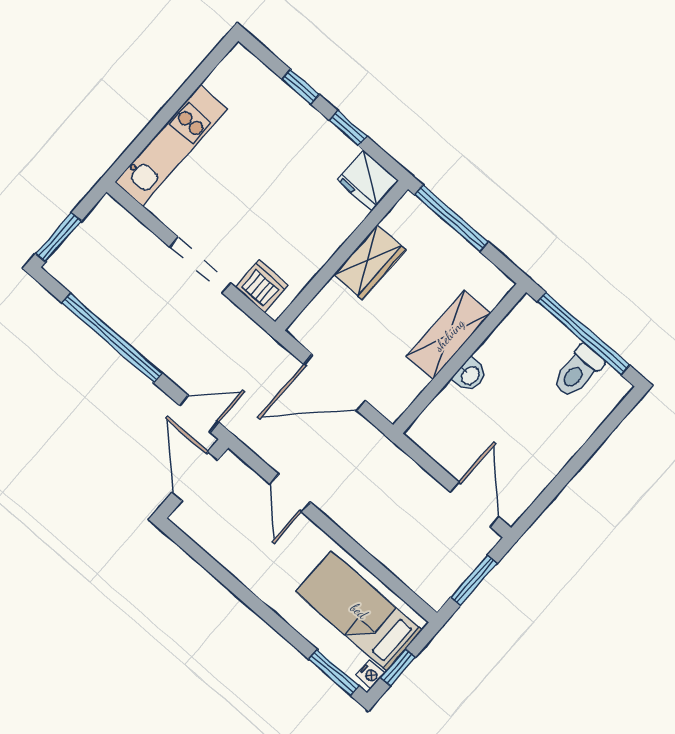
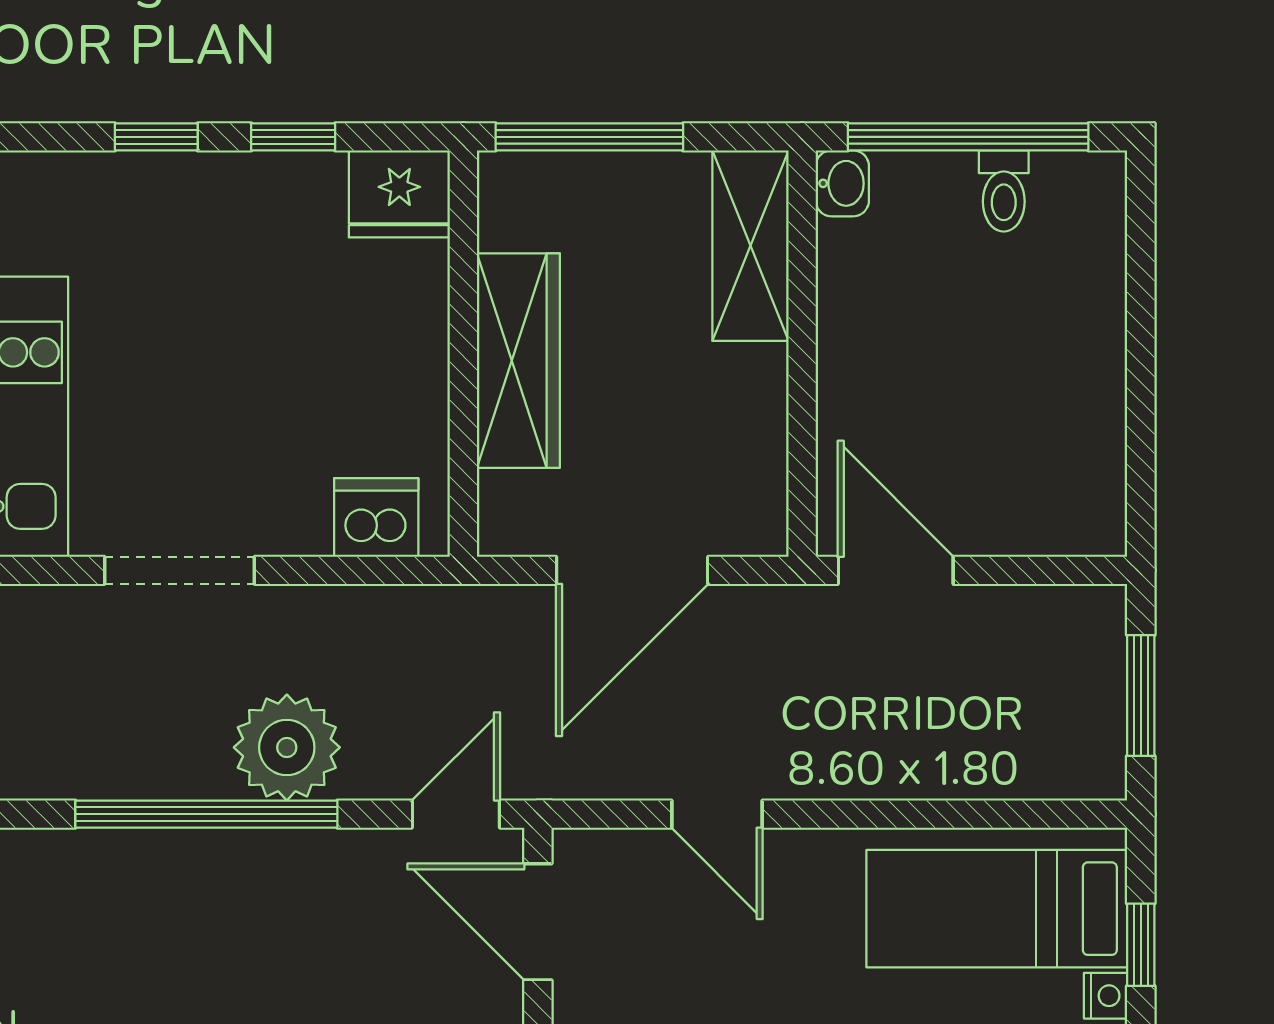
wardrobe: (370, 262) -> (518, 361), width x1.50
doorway: (200, 265) -> (179, 570), moved
shelving: (449, 335) -> (750, 246), moved
plant: (160, 339) -> (287, 747), added
toilet: (578, 371) -> (1004, 191), width x0.73, depth x0.72
washbasin: (470, 375) -> (842, 183), moved
door: (475, 504) -> (896, 570), moved

